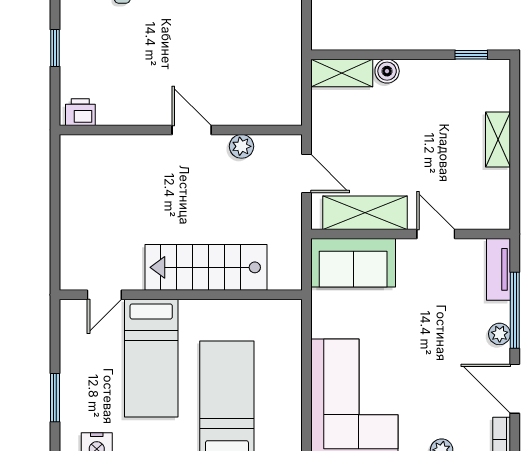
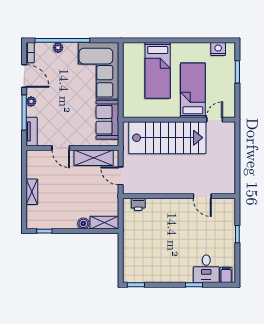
printer: (80, 112) -> (138, 204), moved
door: (192, 130) -> (202, 196), moved
plant: (242, 146) -> (151, 189), removed
sofa: (353, 263) -> (107, 120), moved, turned -90
stairs: (206, 267) -> (167, 138), width x1.36, depth x1.51

